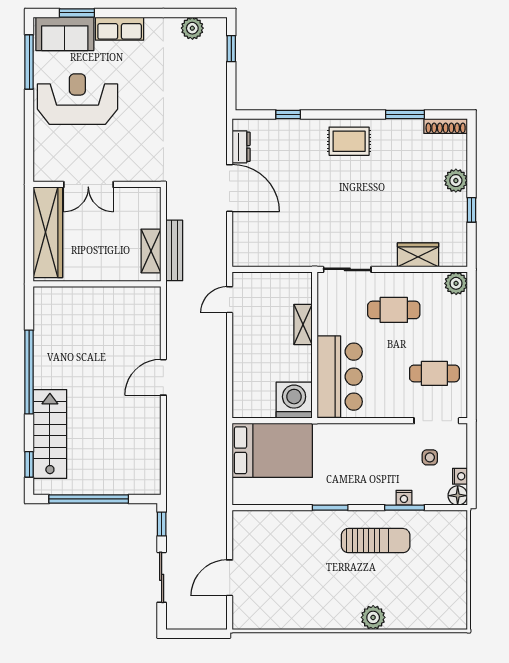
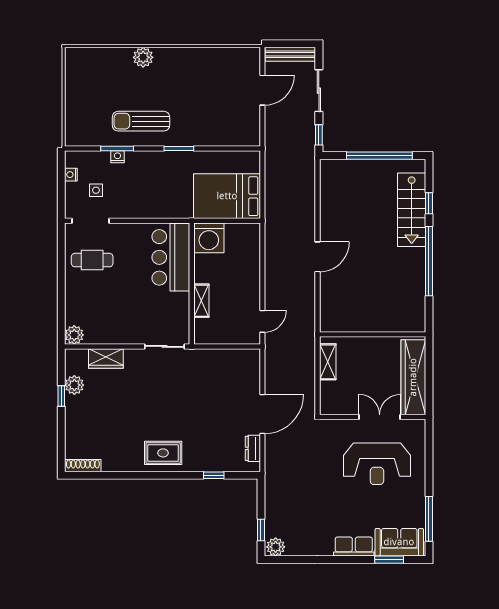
plant: (192, 28) -> (276, 547), moved
reception desk: (77, 99) -> (377, 464), moved
window: (405, 114) -> (117, 475), removed
plant: (456, 181) -> (74, 385), moved
door: (230, 188) -> (262, 414), swing flipped
bench: (174, 250) -> (290, 54), moved, turned 90
cafe table: (394, 310) -> (126, 313), removed
window: (29, 464) -> (429, 203), moved
floor lamp: (458, 496) -> (73, 159), removed

